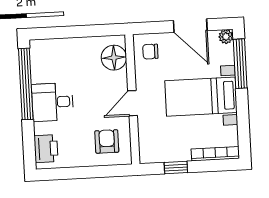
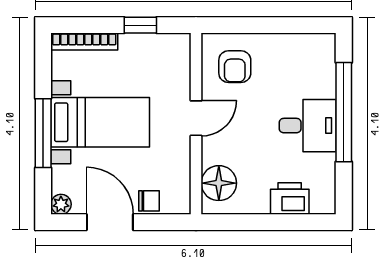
chair: (150, 52) -> (149, 201), moved
window: (240, 64) -> (43, 133), moved
window: (26, 84) -> (344, 112), moved
printer: (46, 149) -> (290, 199), moved, turned 90

